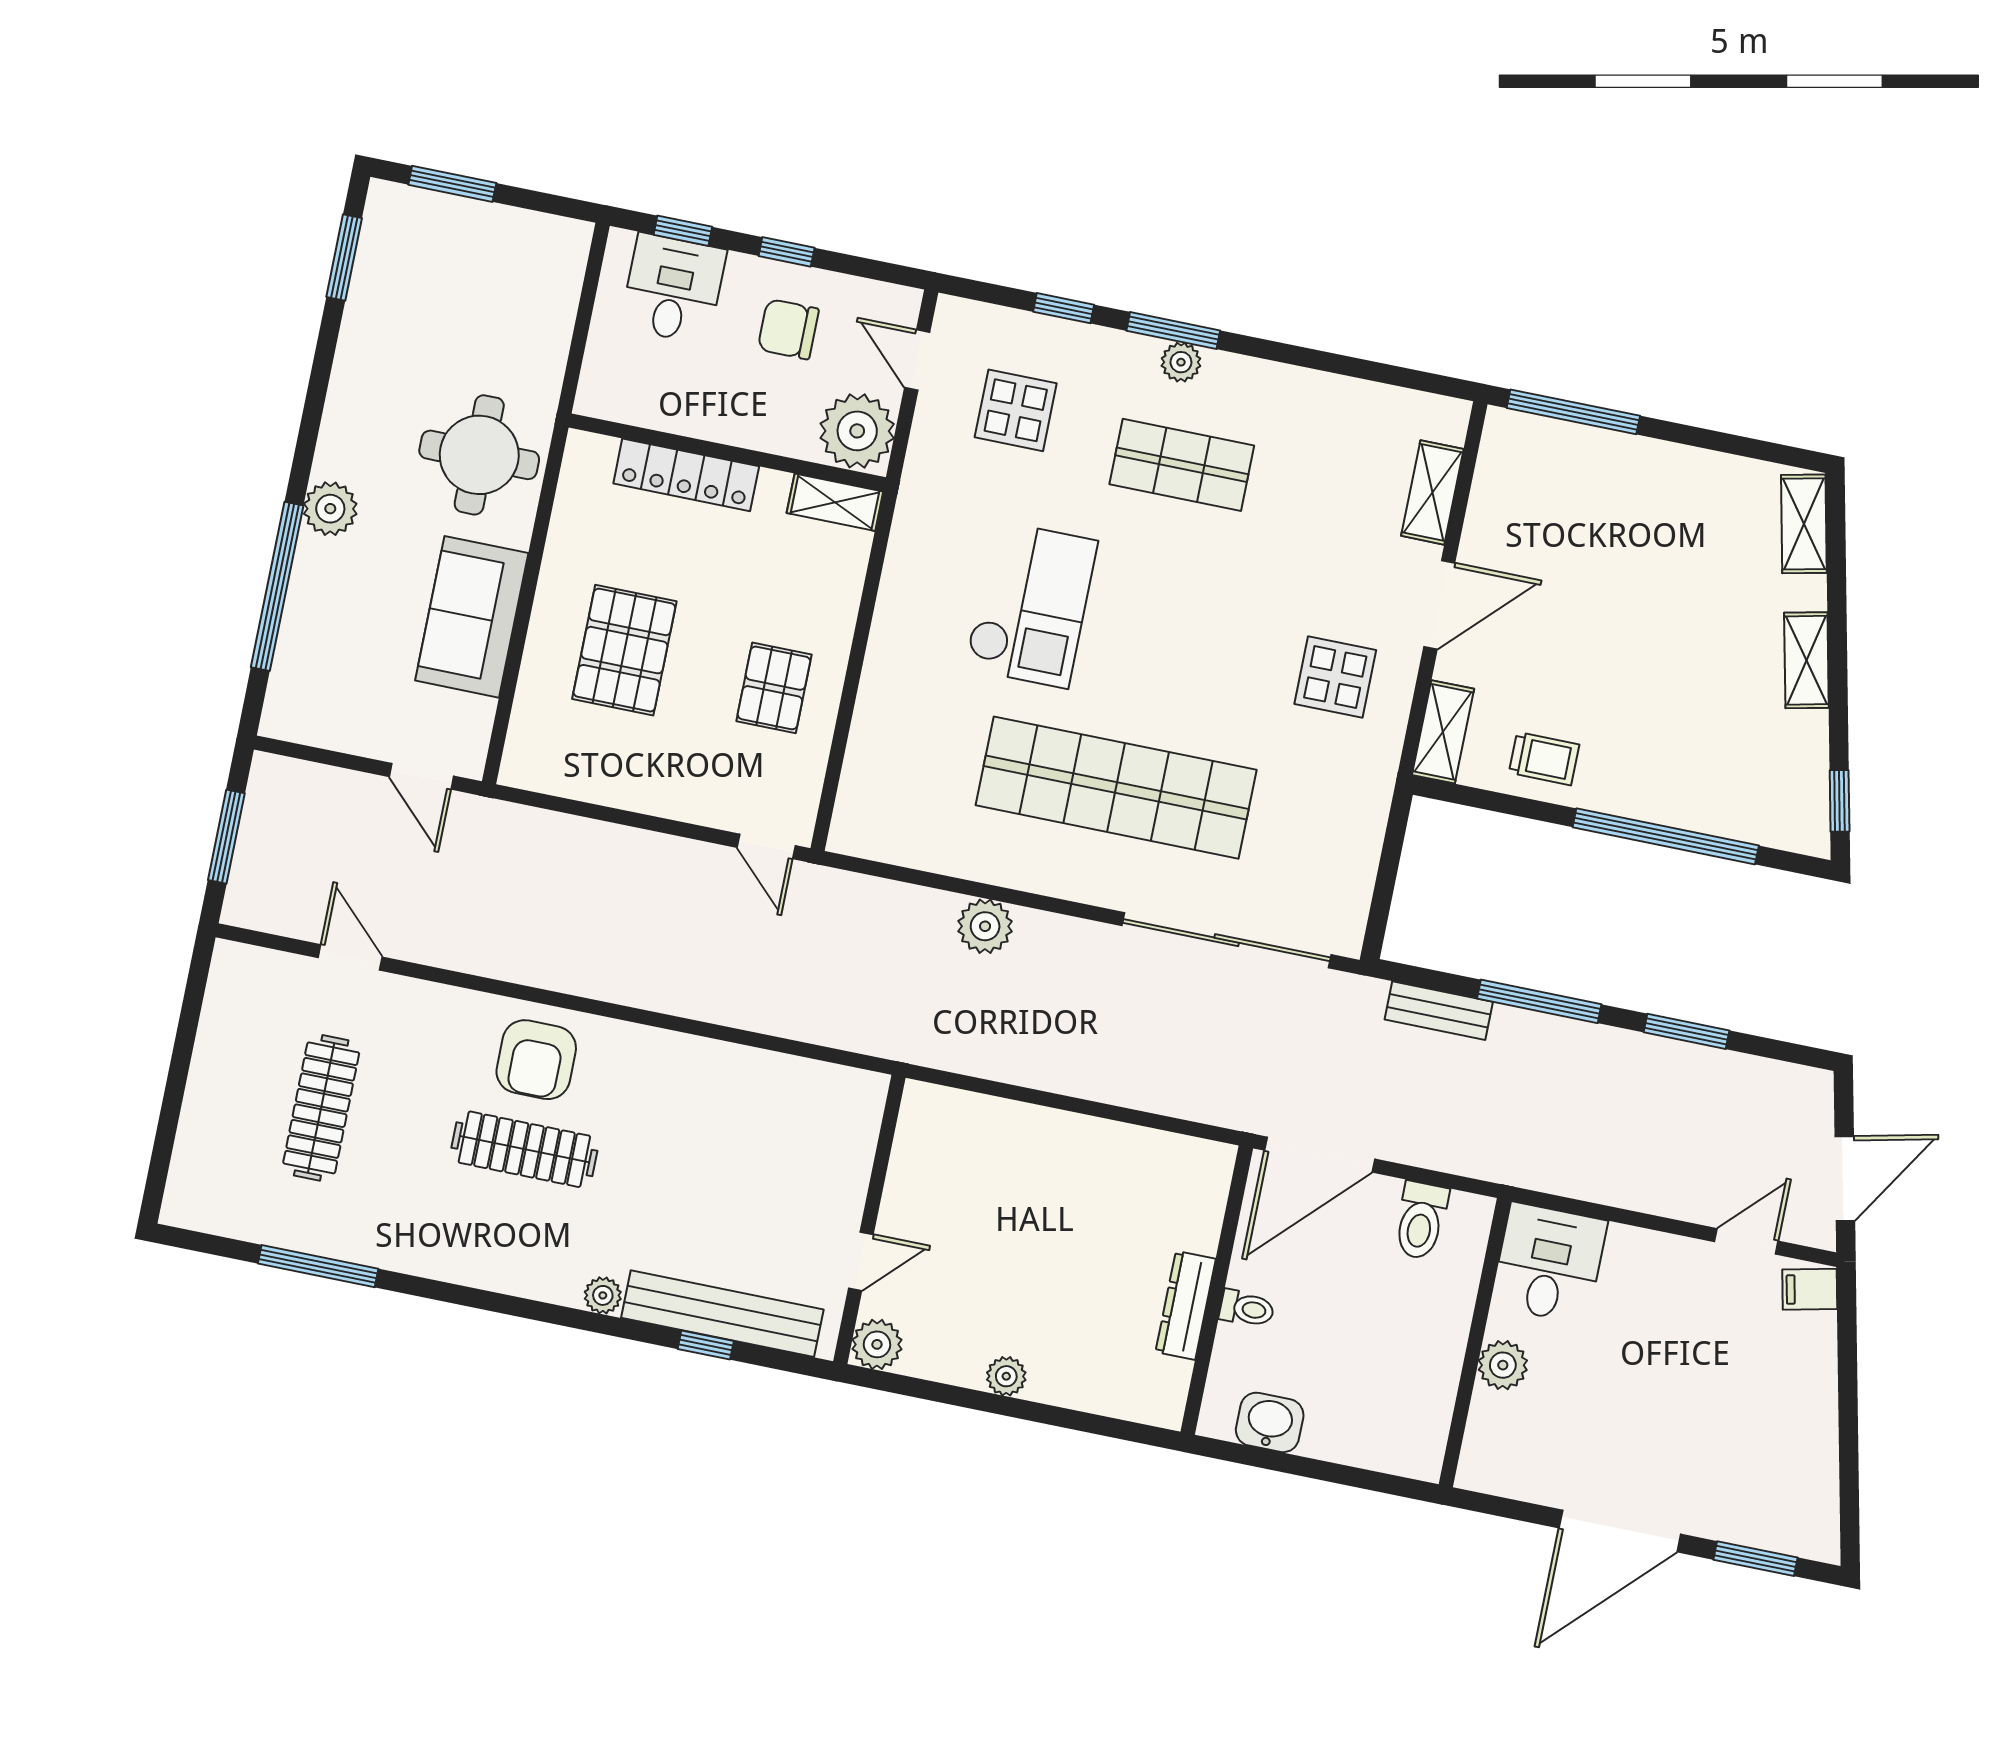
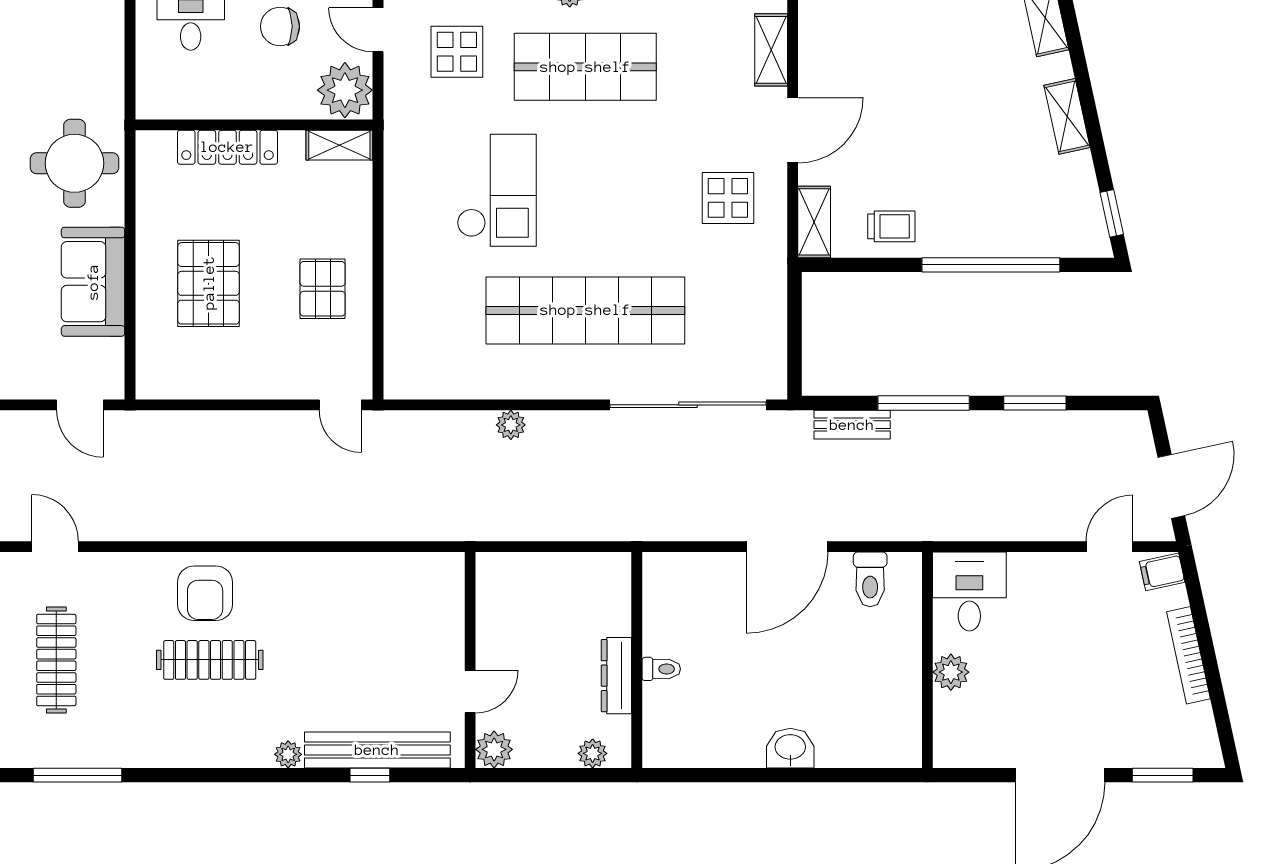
shop shelf: (1182, 465) -> (585, 67), width x1.43, depth x1.36
plant: (985, 926) -> (511, 425), width x0.73, depth x0.73
wall: (1217, 1290) -> (637, 660), moved
dresser: (1186, 1305) -> (616, 676), moved
toilet: (1247, 1309) -> (661, 669), moved
bookcase: (1822, 1407) -> (1188, 655), added

